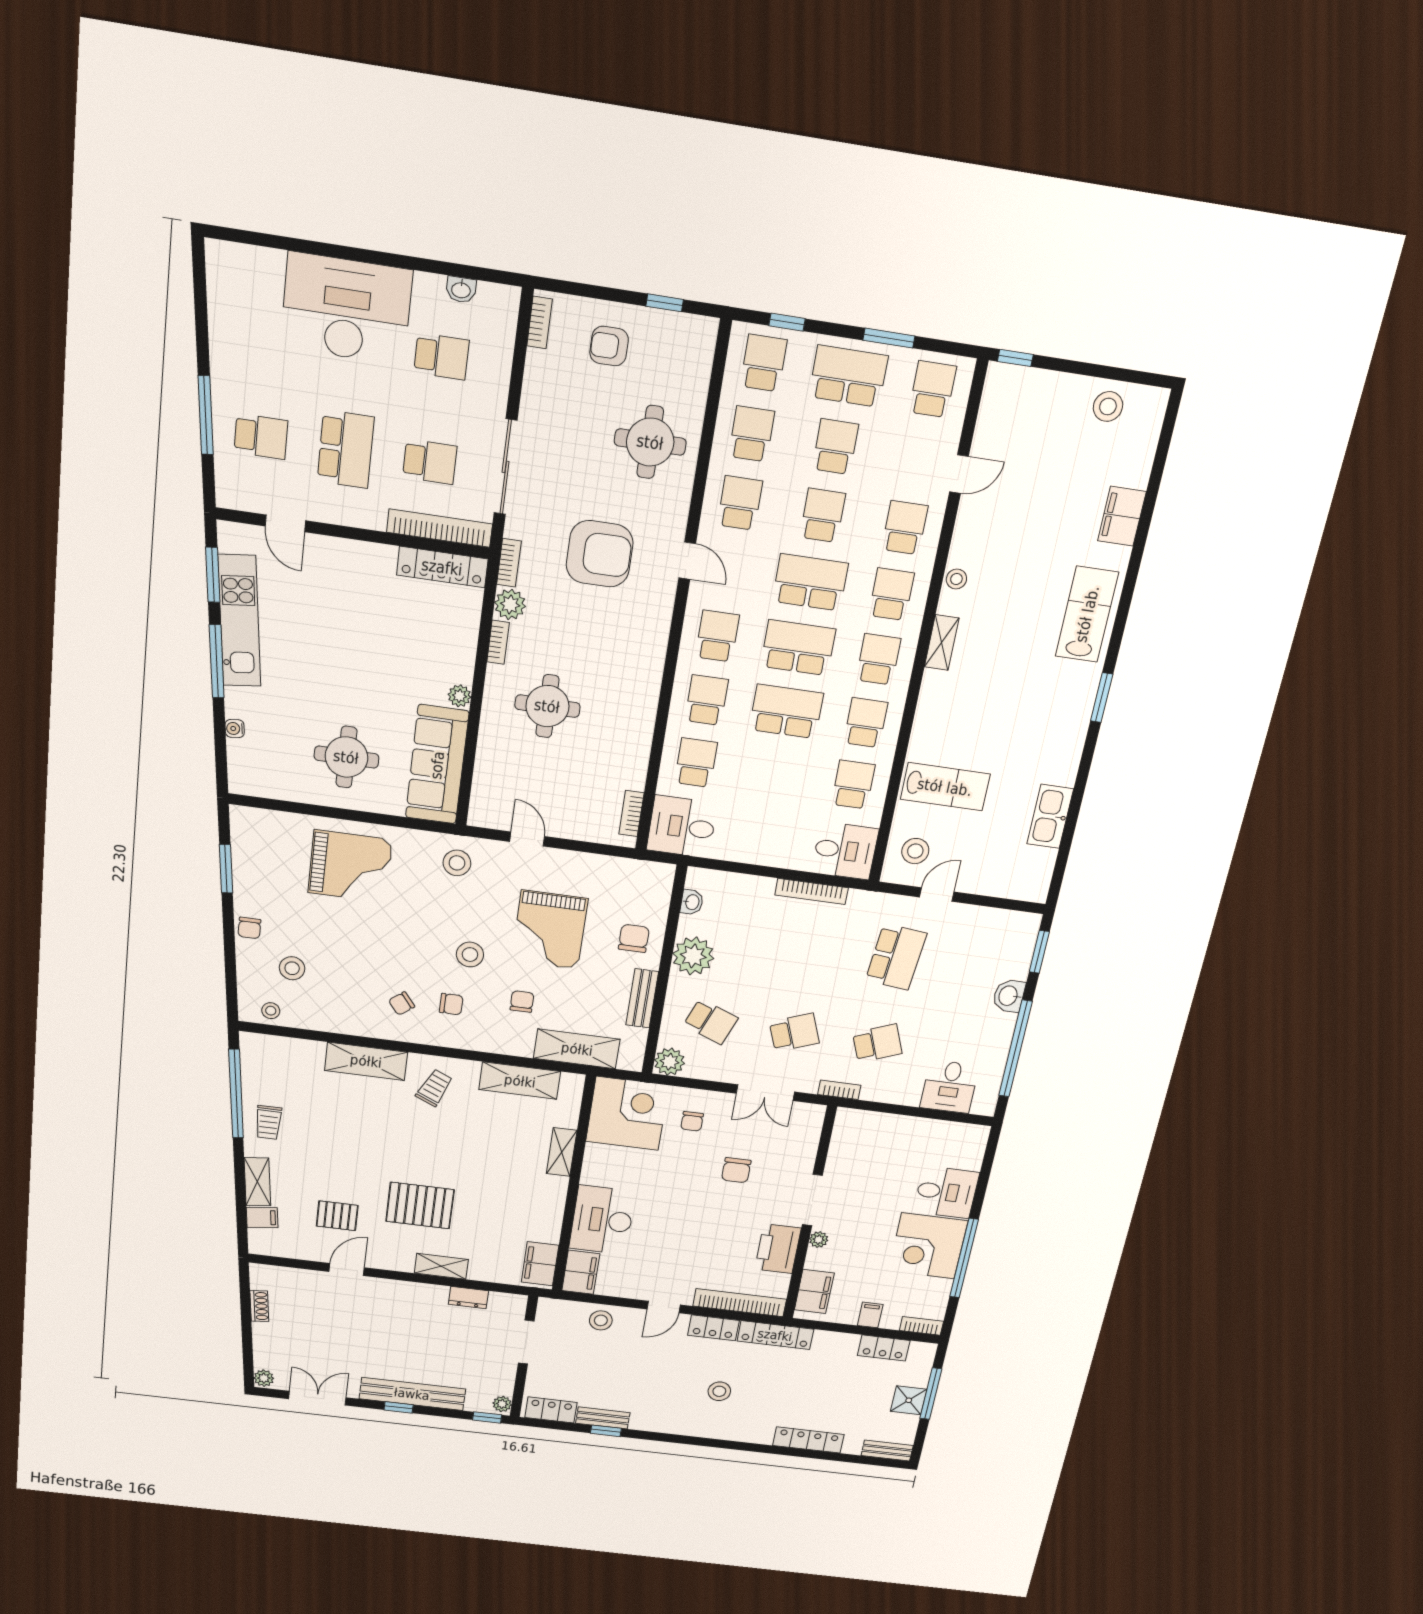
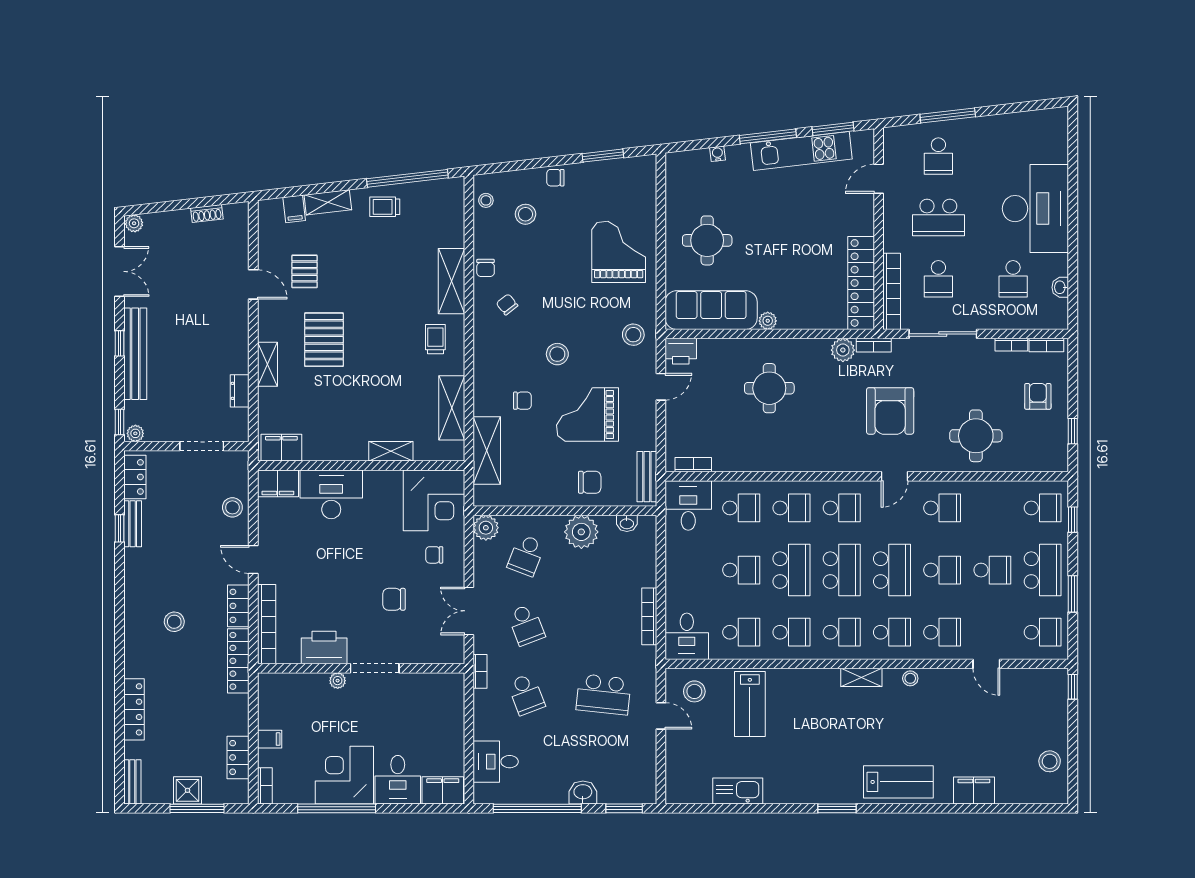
school desk: (752, 434) -> (741, 570), moved
locker: (442, 567) -> (861, 283), width x1.41, depth x1.21
bookcase: (498, 642) -> (1011, 345), moved
printer: (485, 809) -> (681, 351), added
grand piano: (350, 866) -> (619, 252), turned 180
bench: (642, 998) -> (647, 477), moved, turned 90
chair: (451, 1004) -> (486, 268), moved
trolley: (434, 1088) -> (435, 339), turned -114
filing cabinet: (814, 1291) -> (443, 790), moved, turned 180

